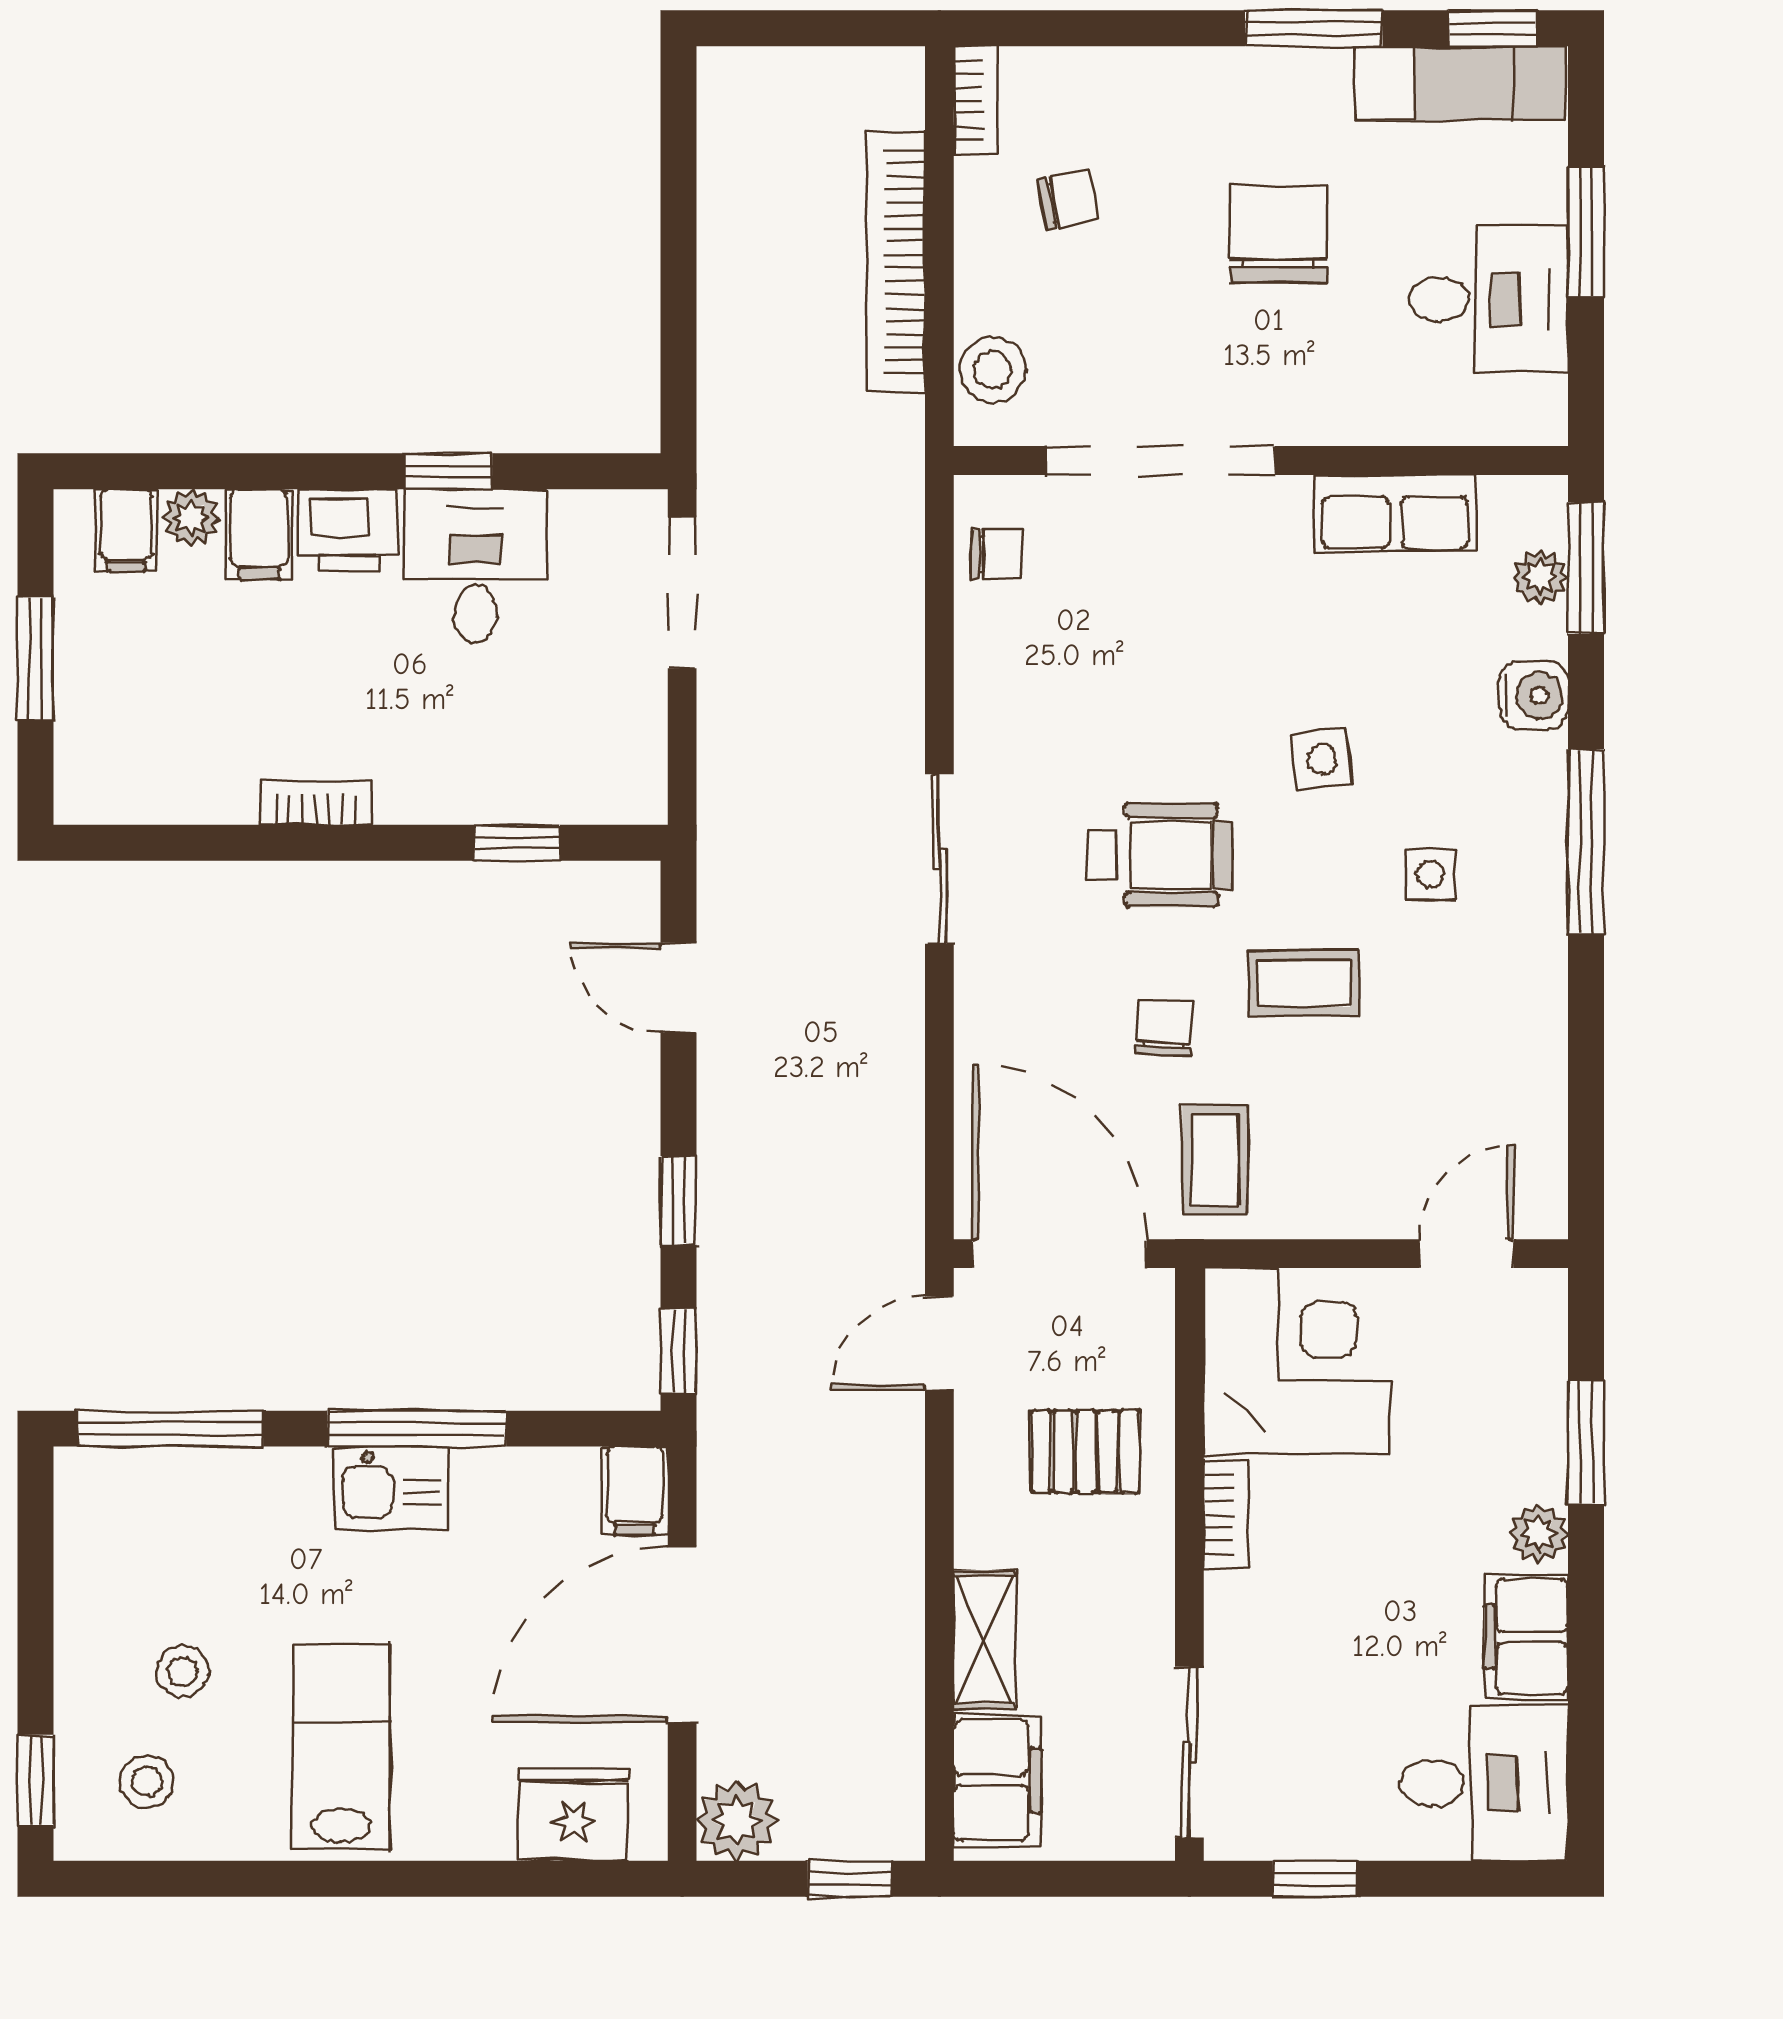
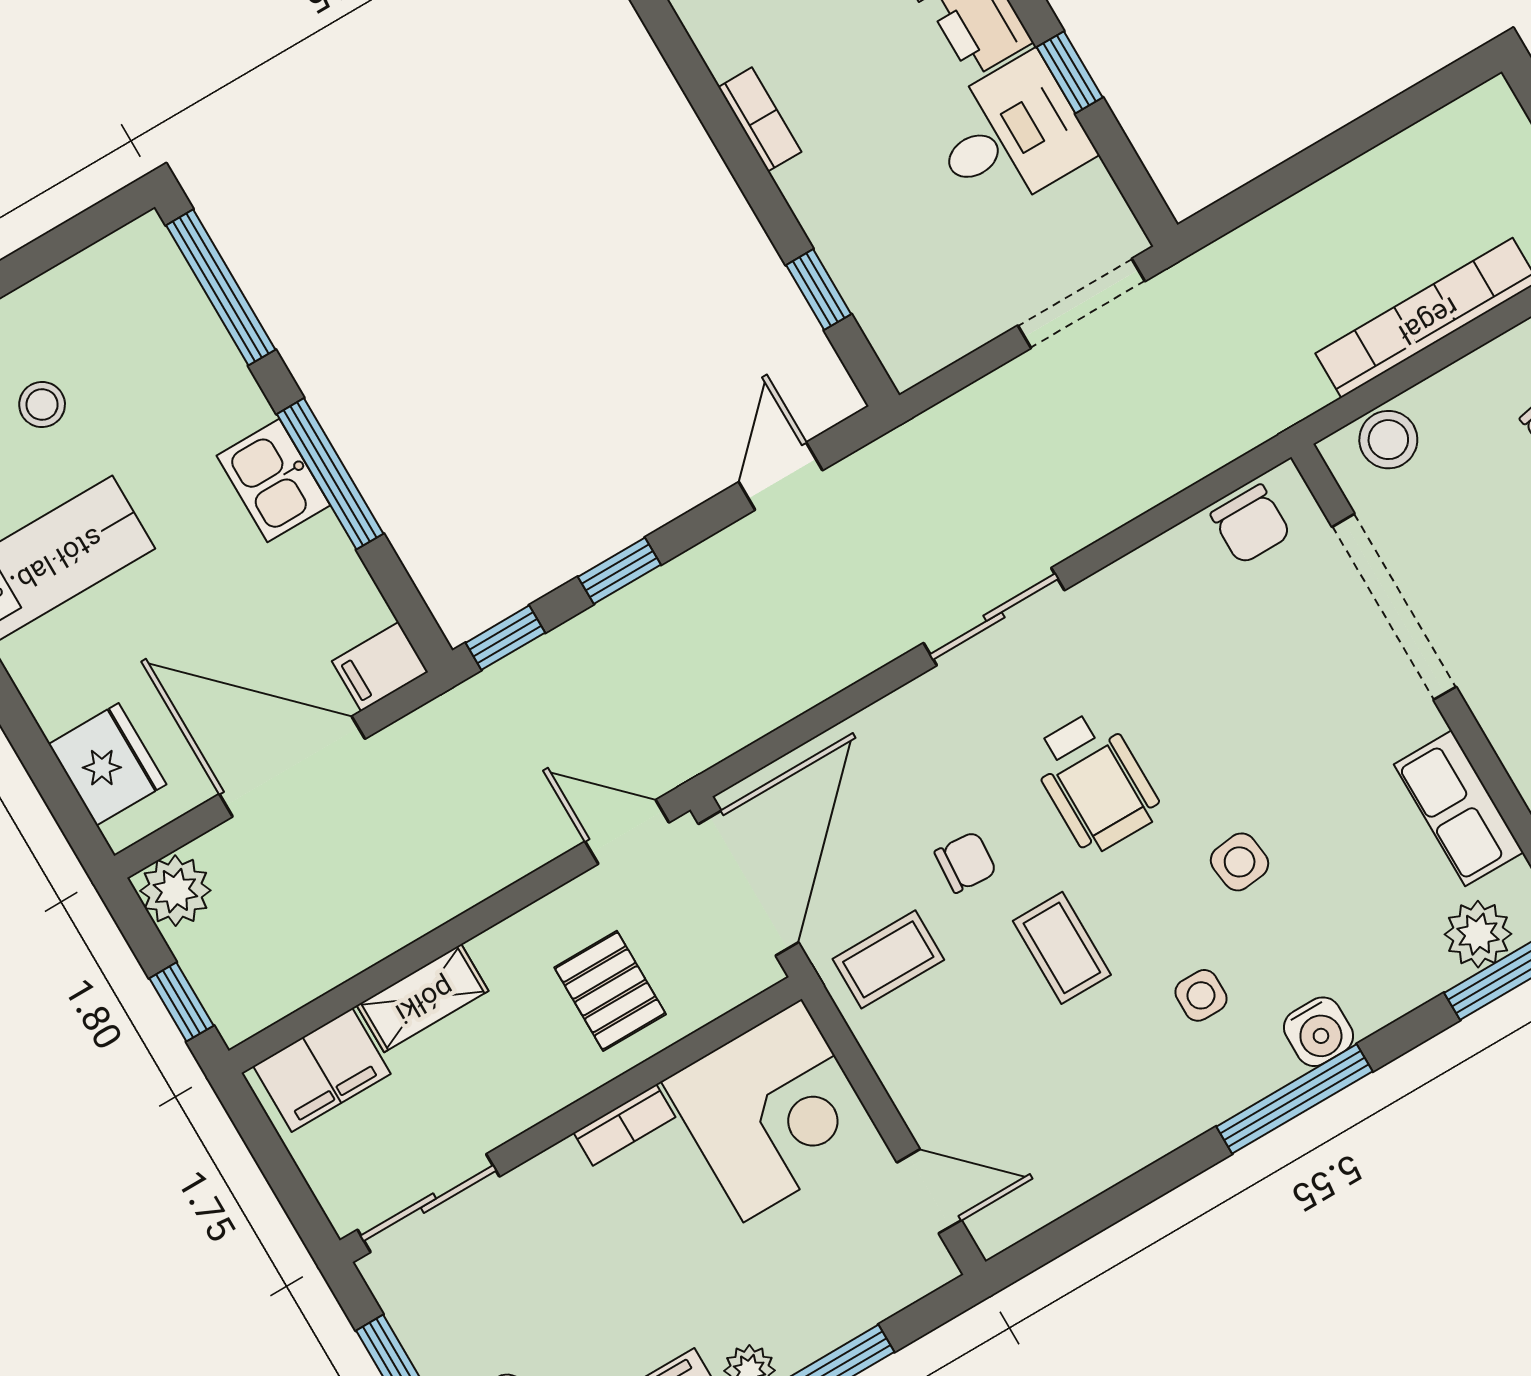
chair: (997, 554) -> (1251, 524), width x1.37, depth x1.37
plant: (1540, 577) -> (1478, 934), width x1.38, depth x1.38
water cooler: (1534, 695) -> (1319, 1032), moved

